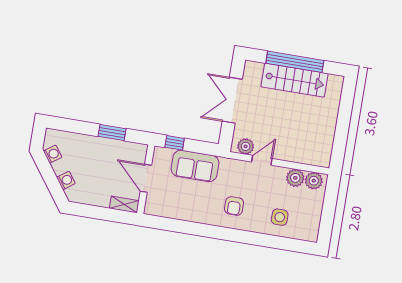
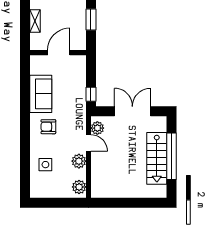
window: (175, 143) -> (91, 94), moved
sofa: (195, 166) -> (41, 94), moved, turned 180
plant: (295, 178) -> (79, 161), moved
shelving: (124, 204) -> (35, 21), moved

